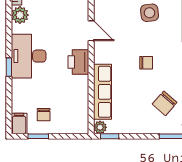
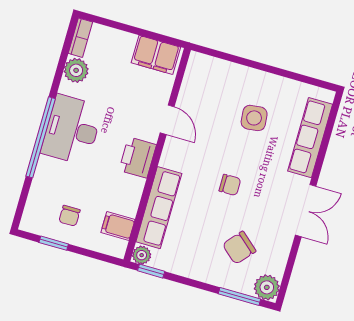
window: (9, 67) -> (41, 137), width x3.17
filing cabinet: (19, 124) -> (118, 226), moved, turned -90

